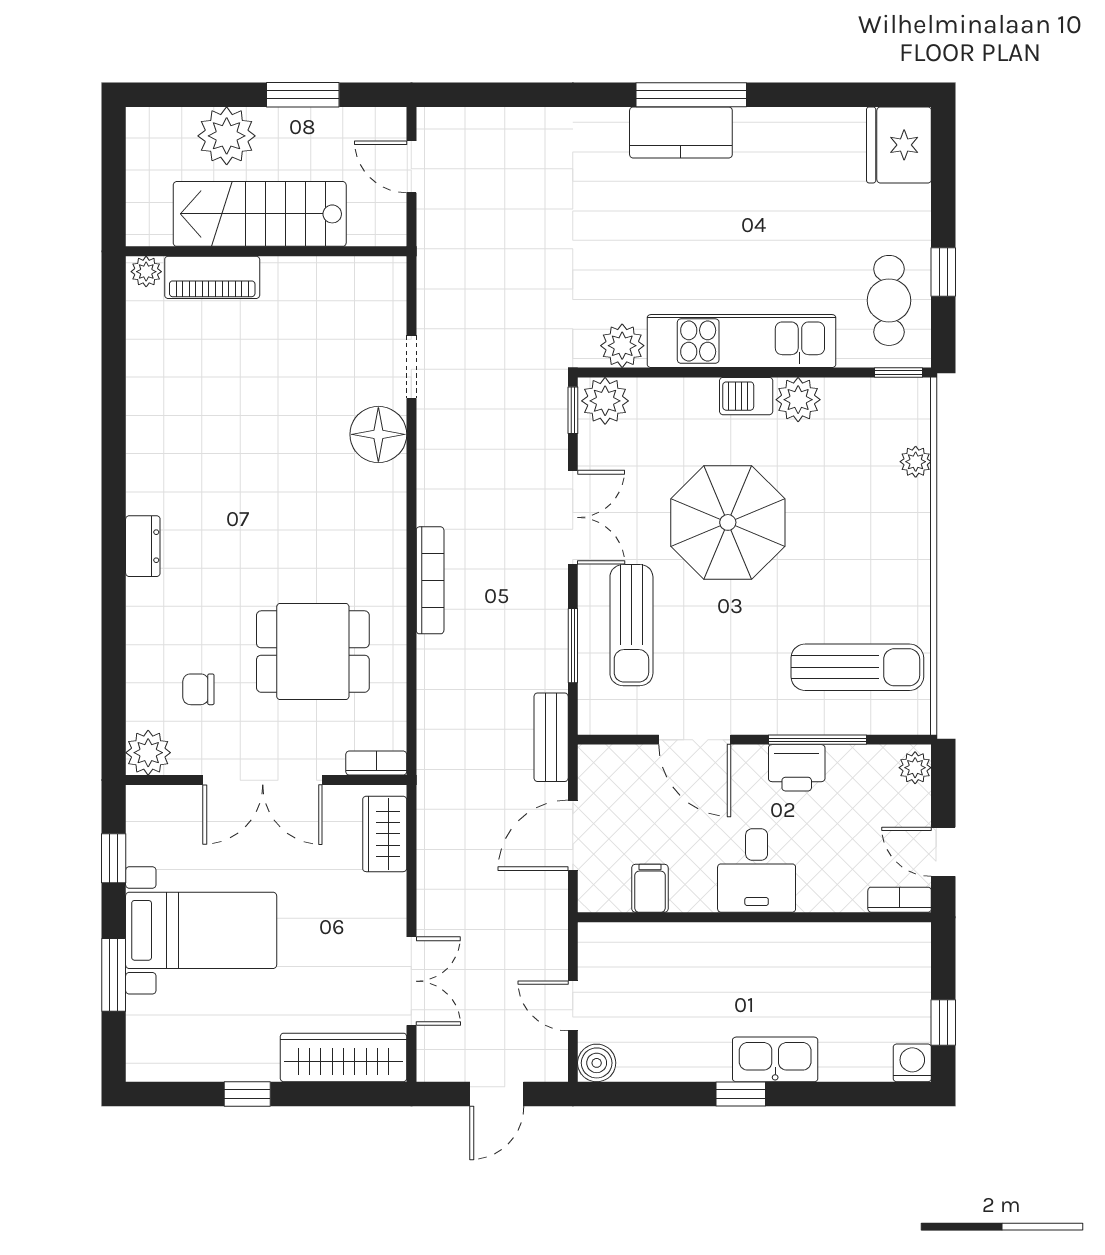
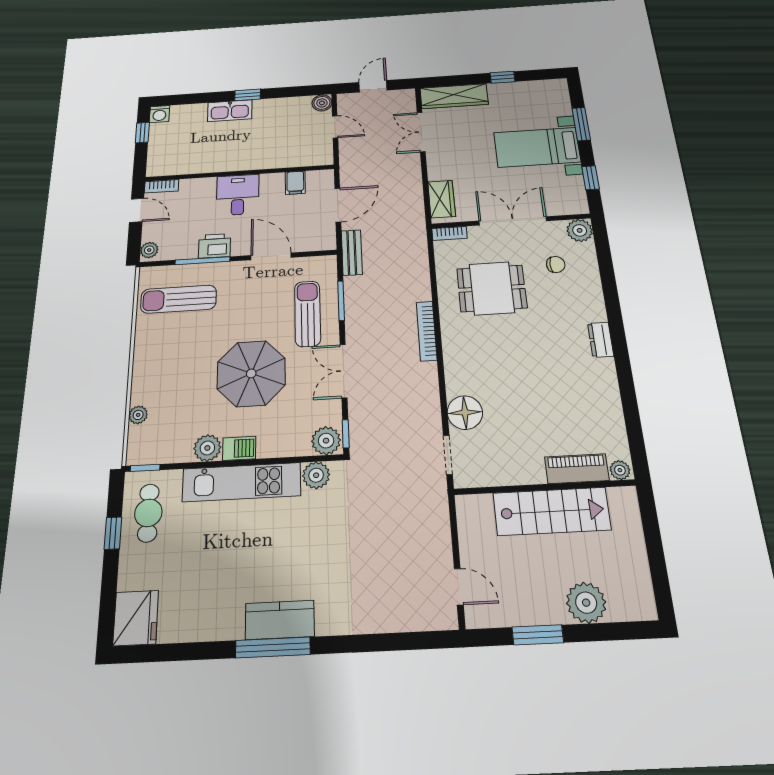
stairs: (260, 214) -> (552, 511), moved
wall: (266, 251) -> (544, 487), moved
plant: (146, 272) -> (620, 470), moved
piano: (212, 277) -> (577, 469), moved

